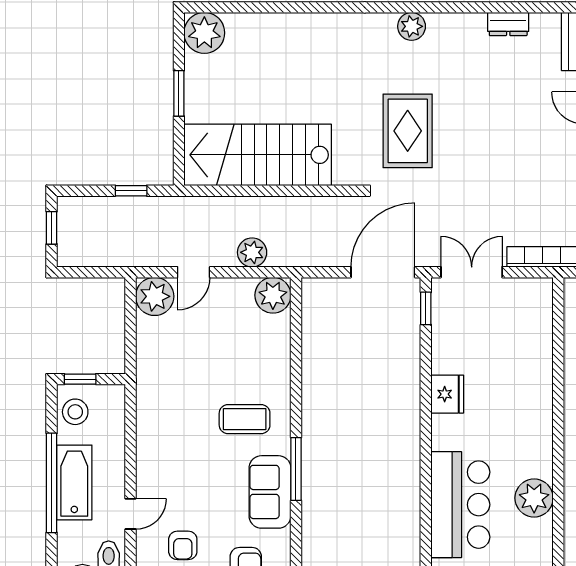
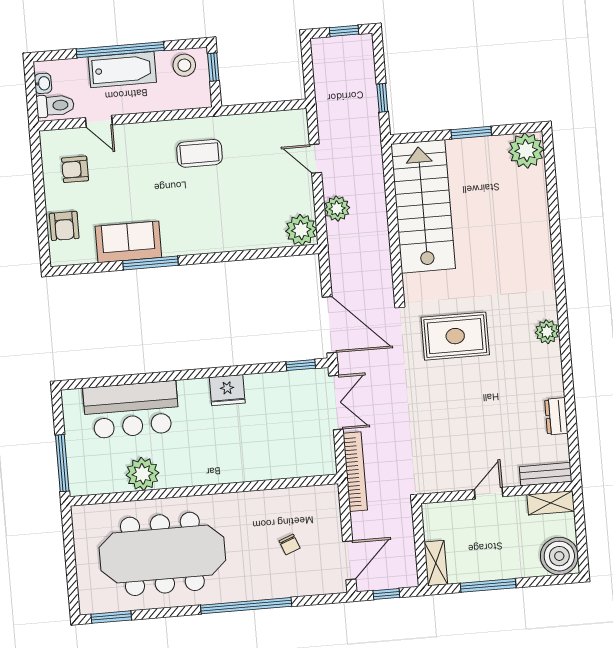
plant: (155, 296) -> (291, 126), removed
coffee table: (245, 419) -> (199, 153), moved, turned 90

